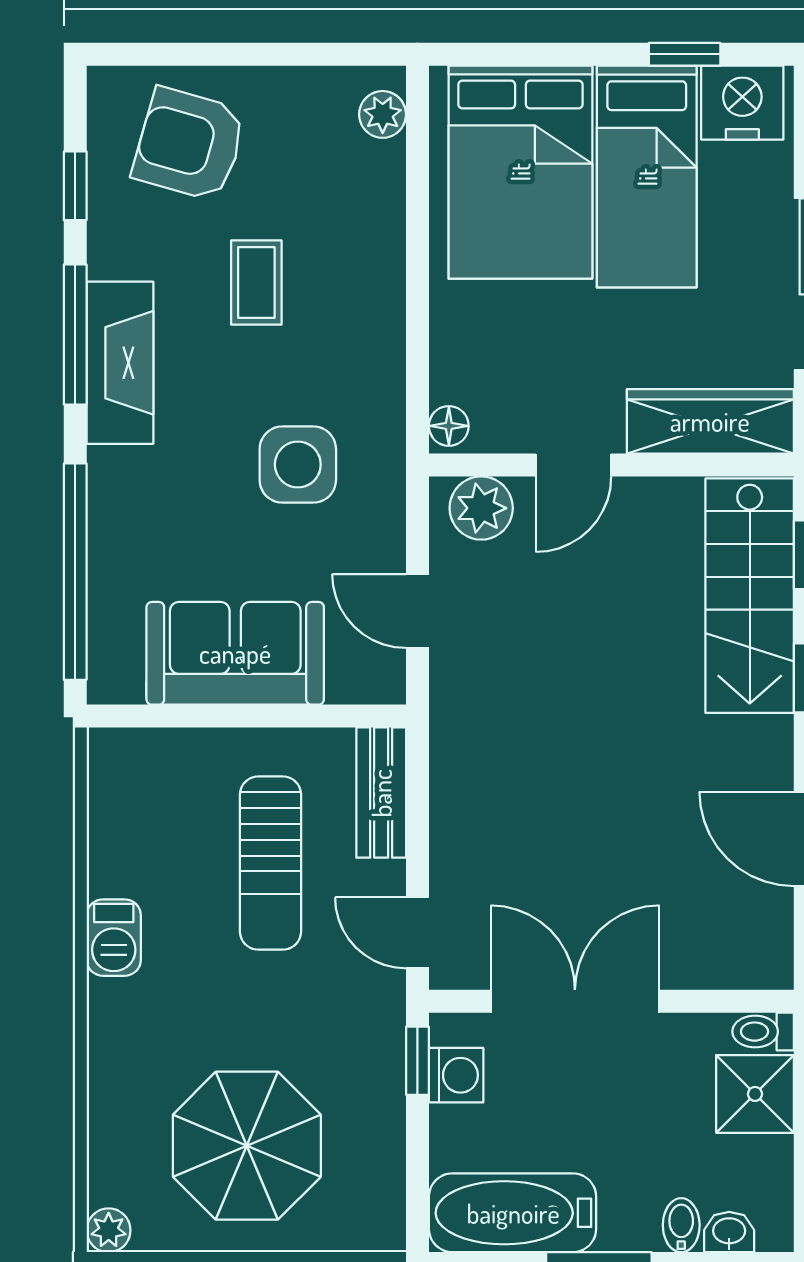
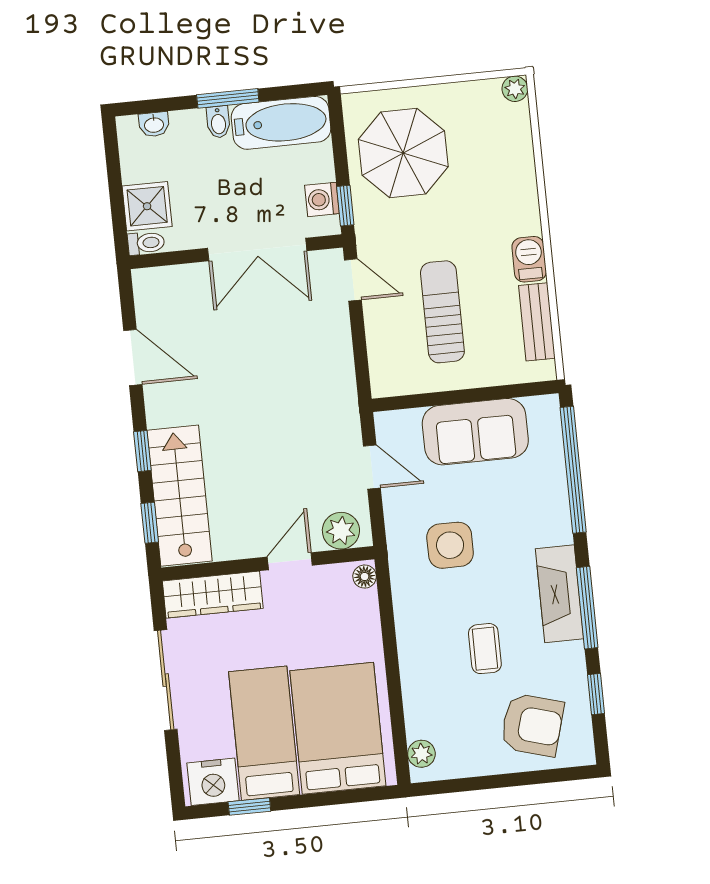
bench: (381, 793) -> (537, 322), moved
parasol: (247, 1146) -> (403, 153), moved
bidet: (681, 1225) -> (218, 122), moved

